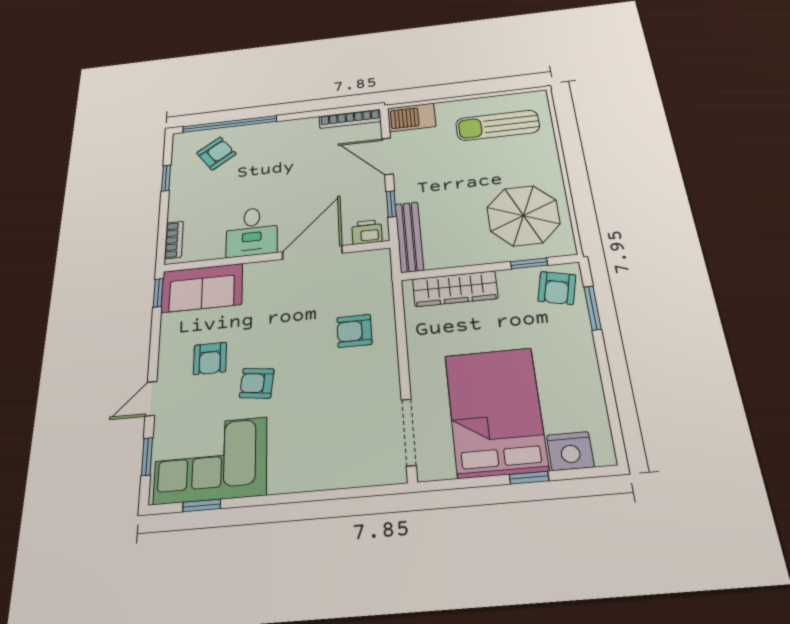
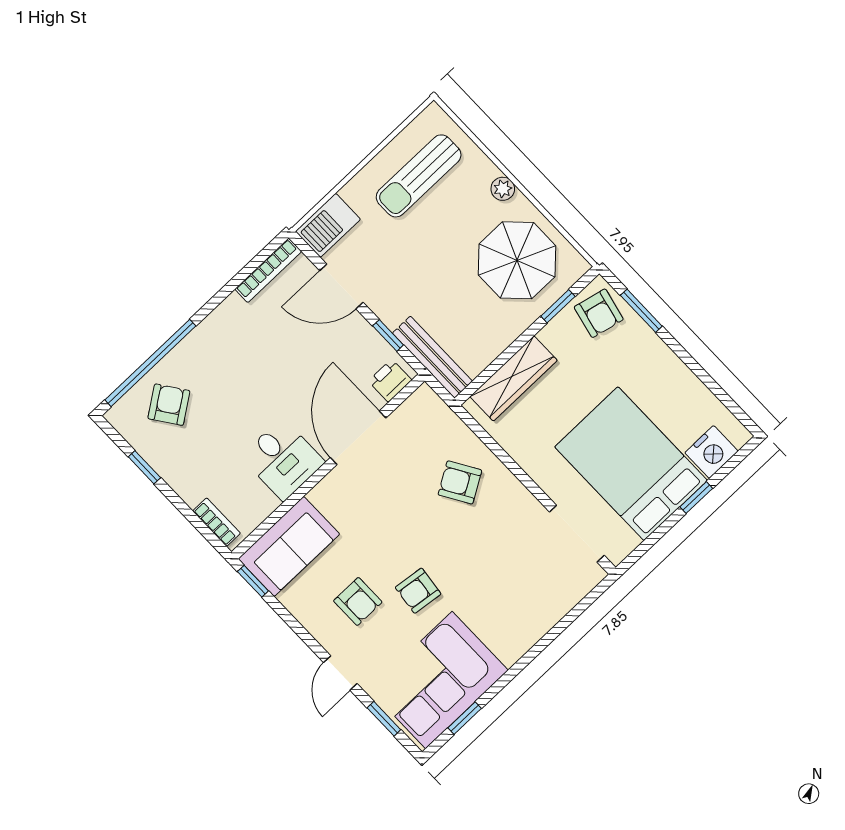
plant: (551, 167) -> (503, 189), added
armchair: (354, 331) -> (460, 482), turned 59

